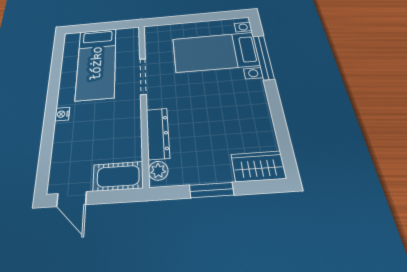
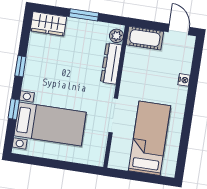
window: (264, 57) -> (14, 109), width x0.46
window: (275, 104) -> (20, 66), added
nightstand: (62, 114) -> (184, 80), moved

